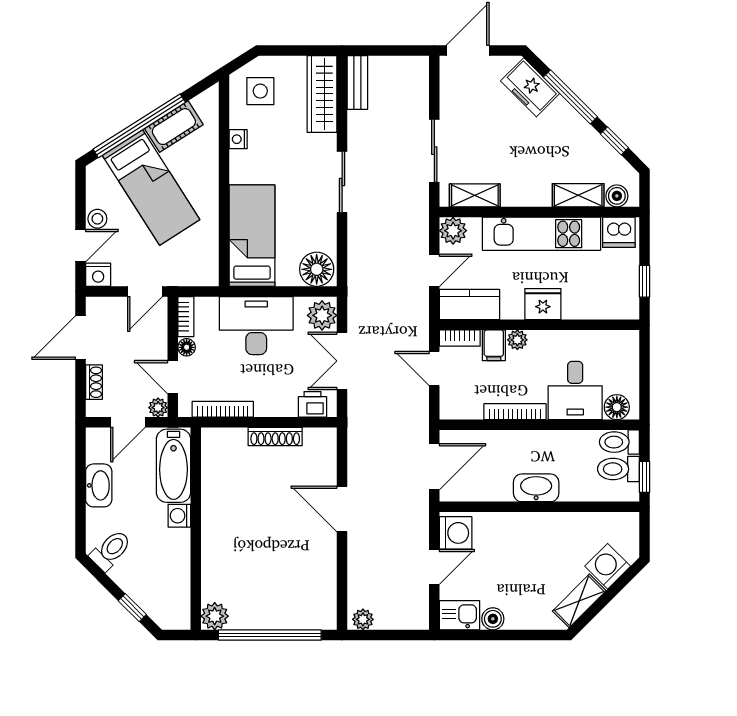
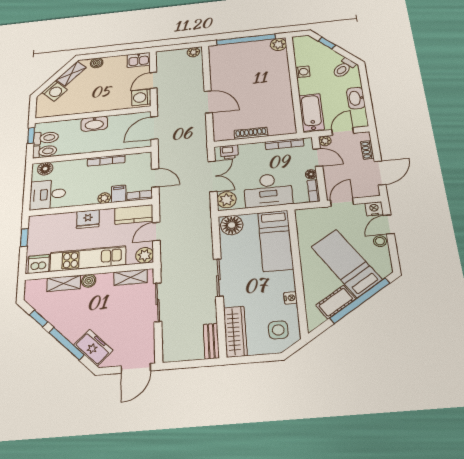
boiler: (617, 196) -> (89, 281), moved
desk: (575, 390) -> (48, 194), moved, turned -90
washing machine: (179, 516) -> (303, 72), moved
boiler: (493, 619) -> (97, 63), moved

